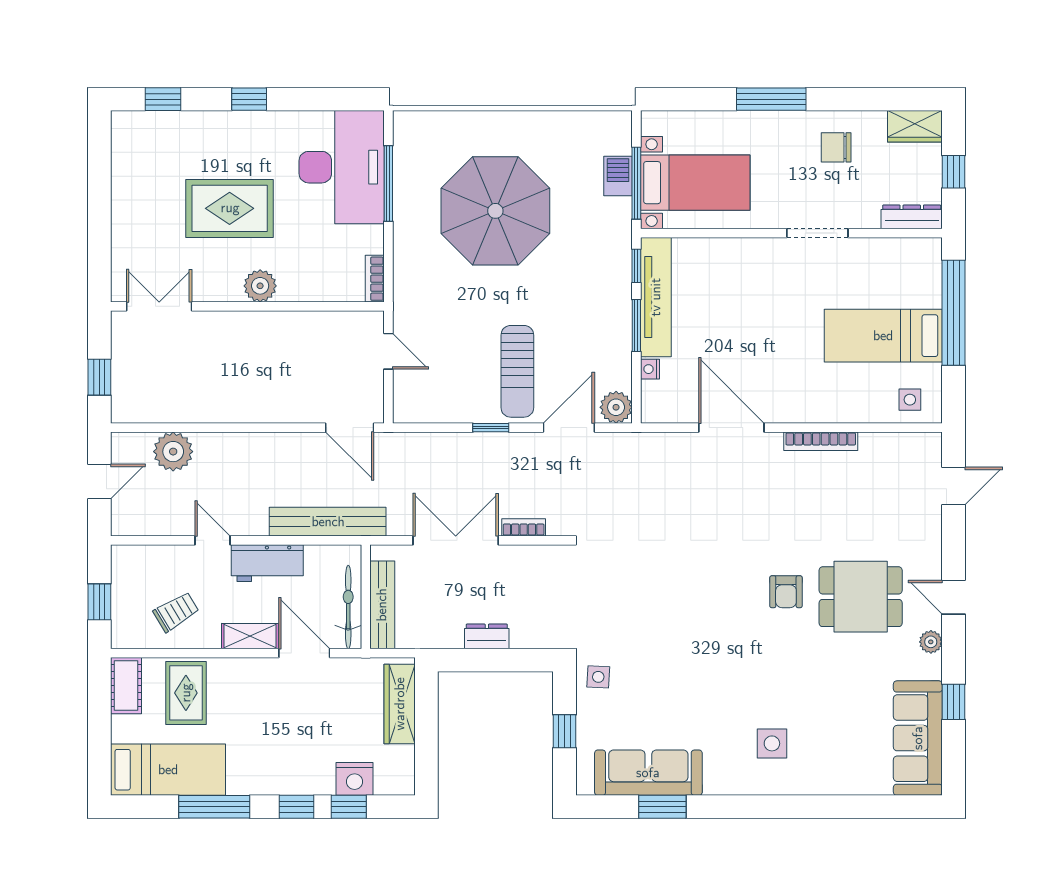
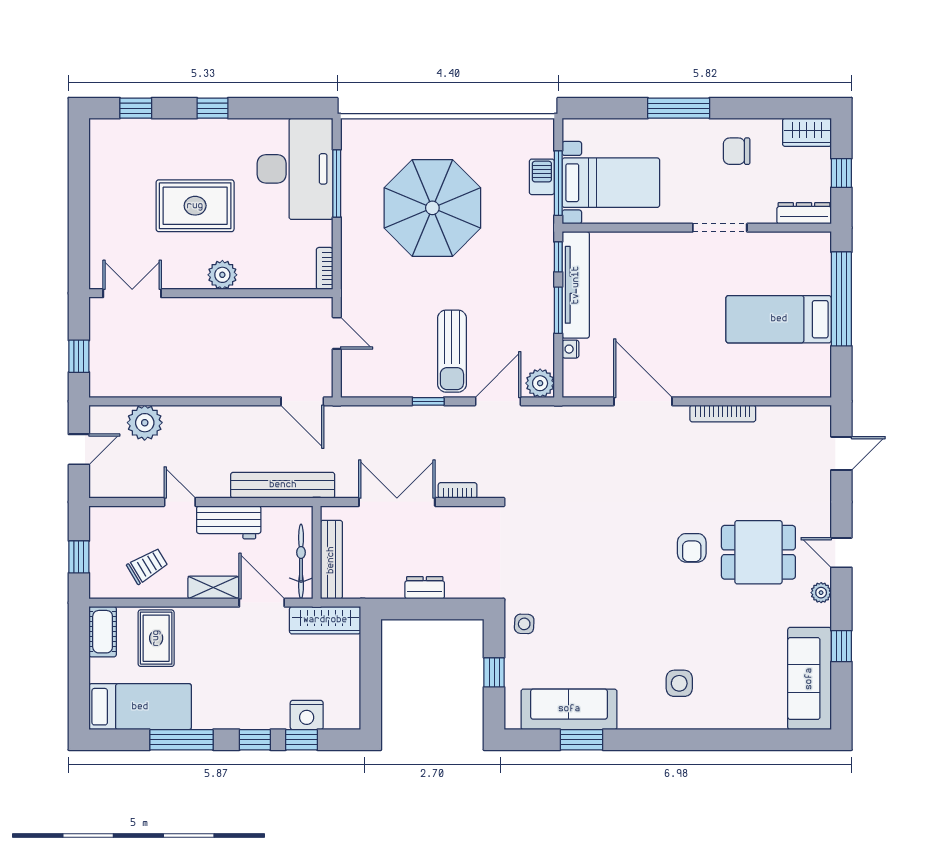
side table: (910, 400) -> (802, 376), removed
wardrobe: (400, 704) -> (325, 620), moved, turned -90

